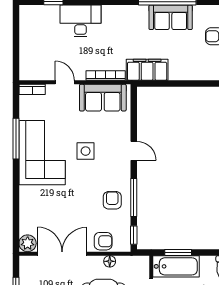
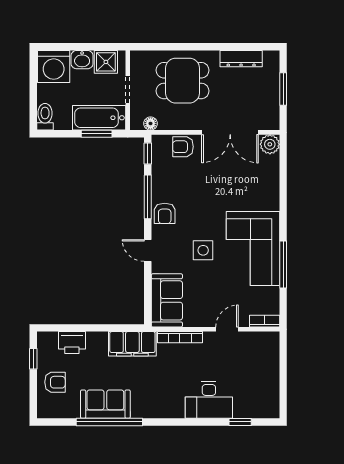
printer: (200, 71) -> (72, 343), added
door: (65, 82) -> (227, 329), swing flipped
sofa: (103, 98) -> (167, 300), moved, turned 90
armchair: (112, 200) -> (165, 213), moved
floor lamp: (110, 261) -> (151, 124), moved

